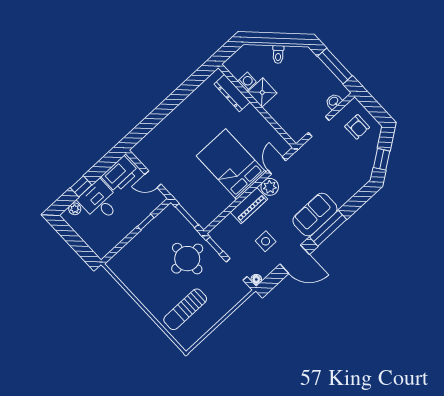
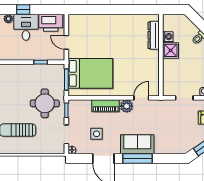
bed: (231, 164) -> (90, 73), moved, turned 90

